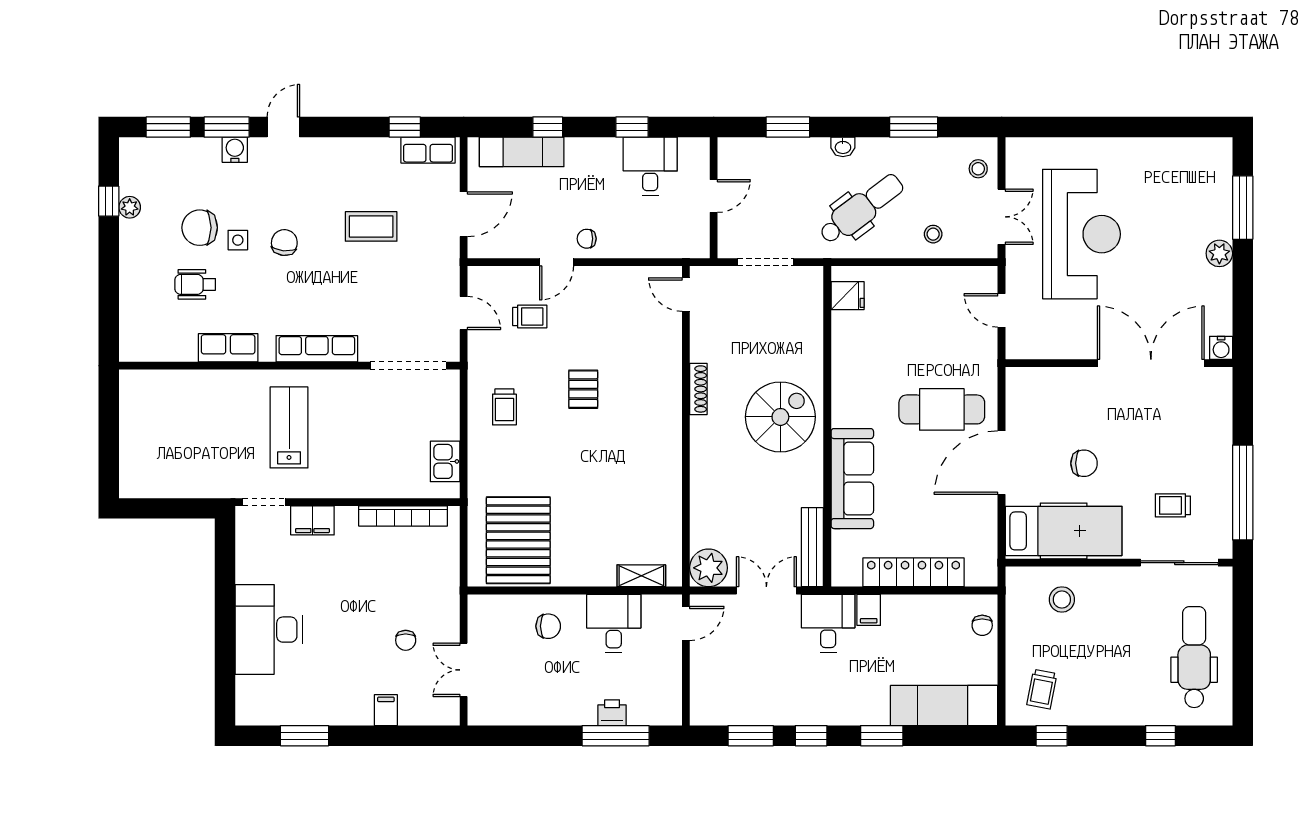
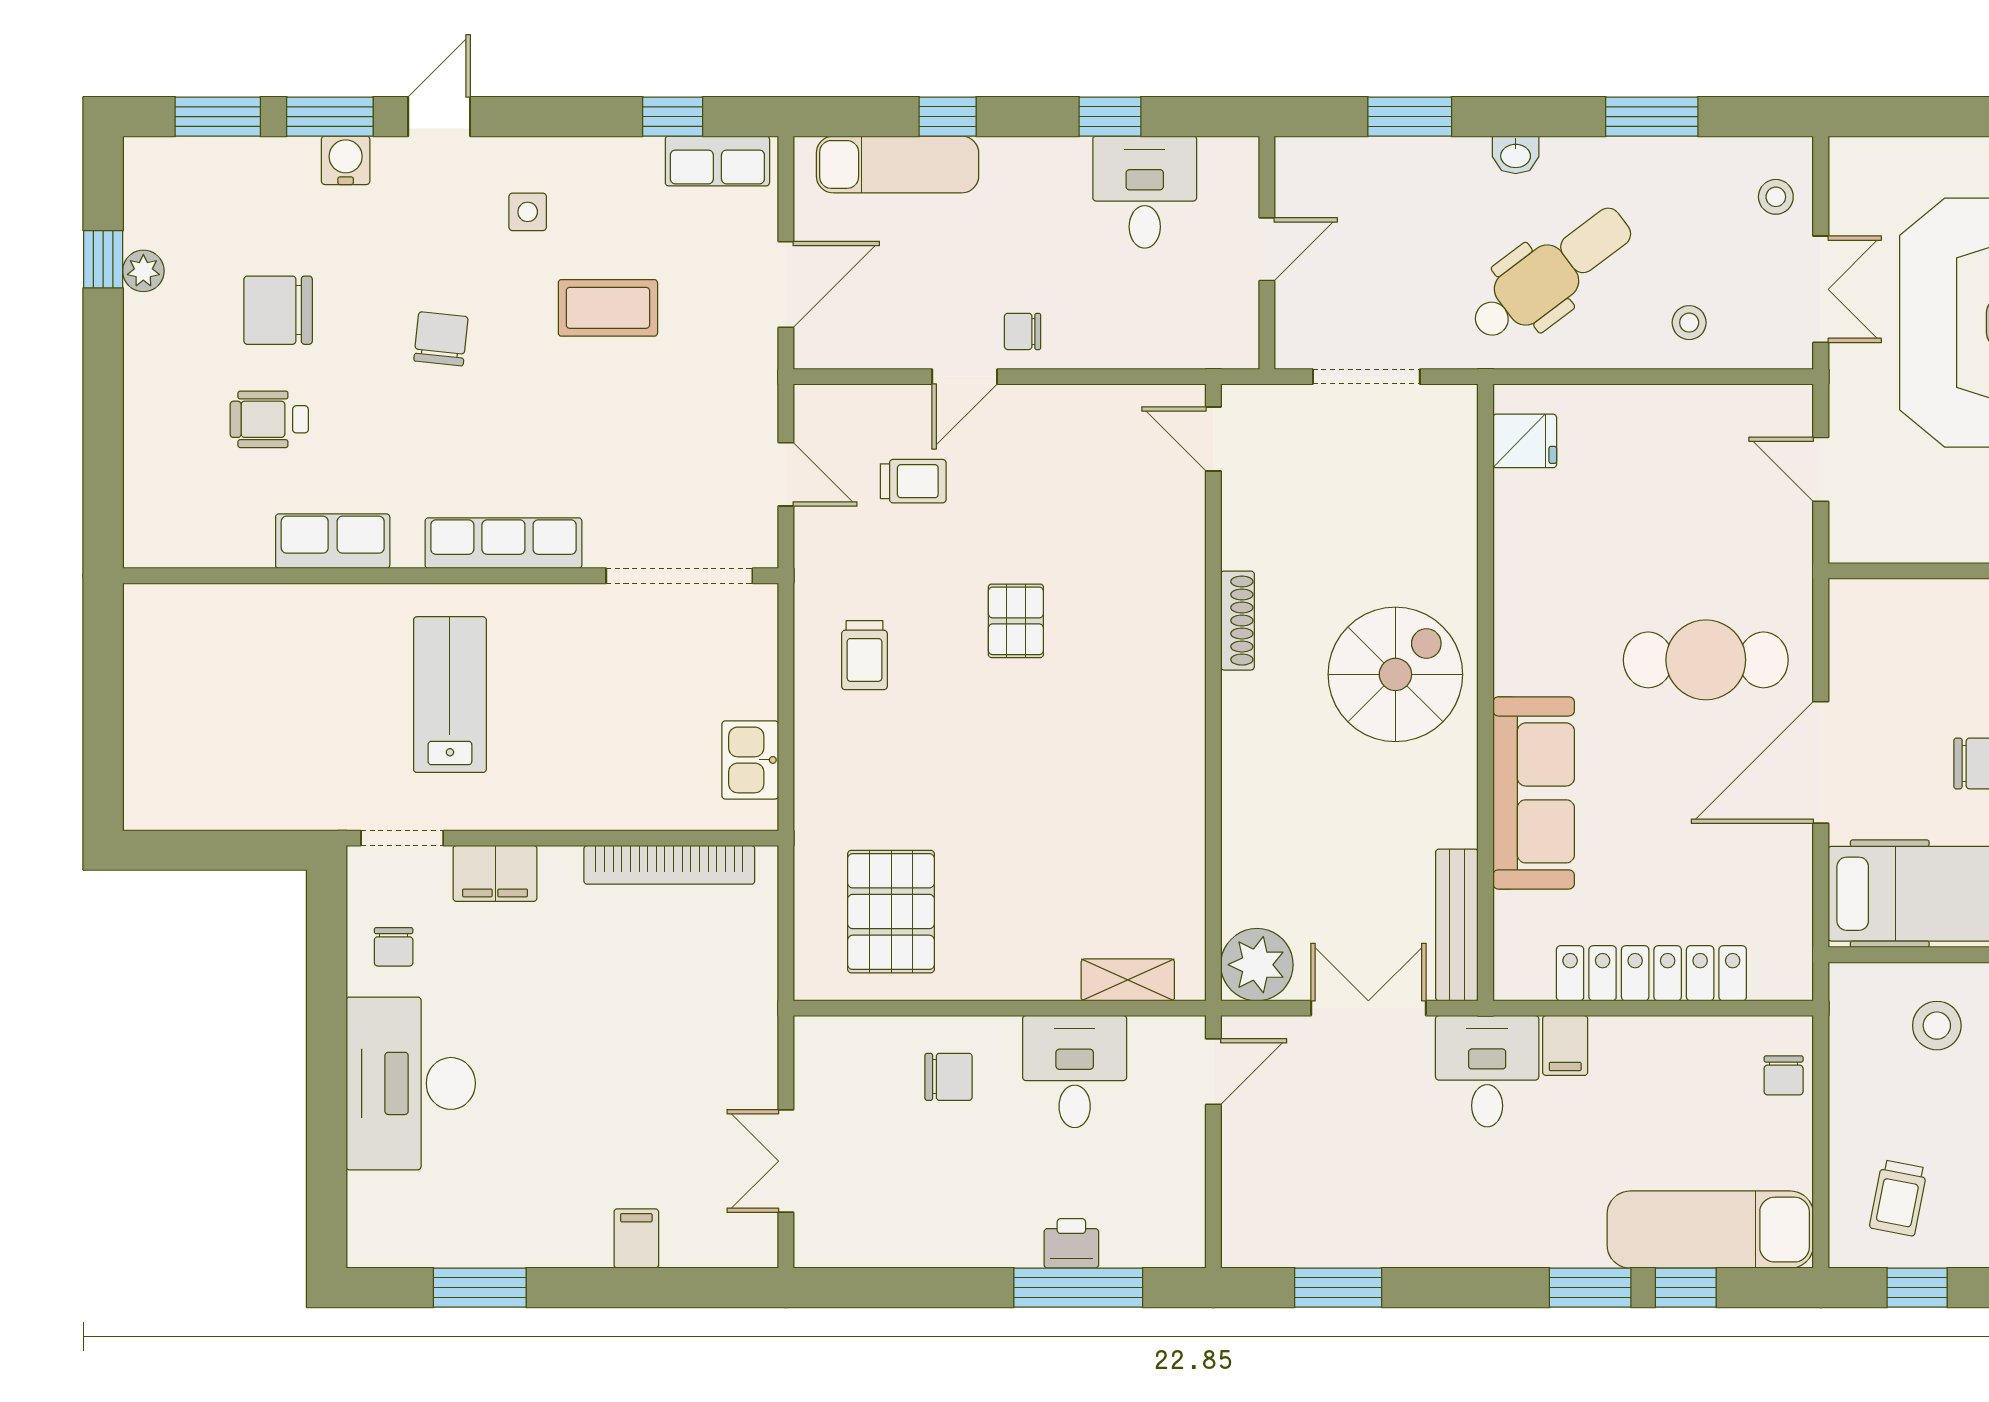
side table: (238, 240) -> (528, 212), moved
pallet: (518, 540) -> (891, 912), width x0.73, depth x0.71
chair: (406, 640) -> (394, 947), moved
window: (811, 736) -> (1686, 1288), moved

